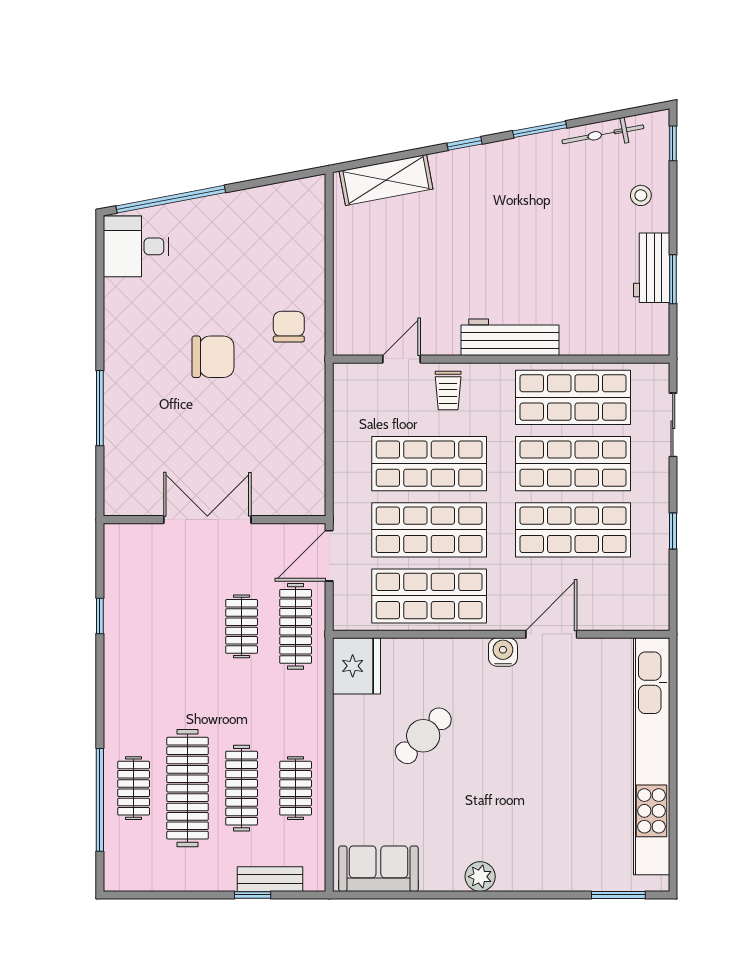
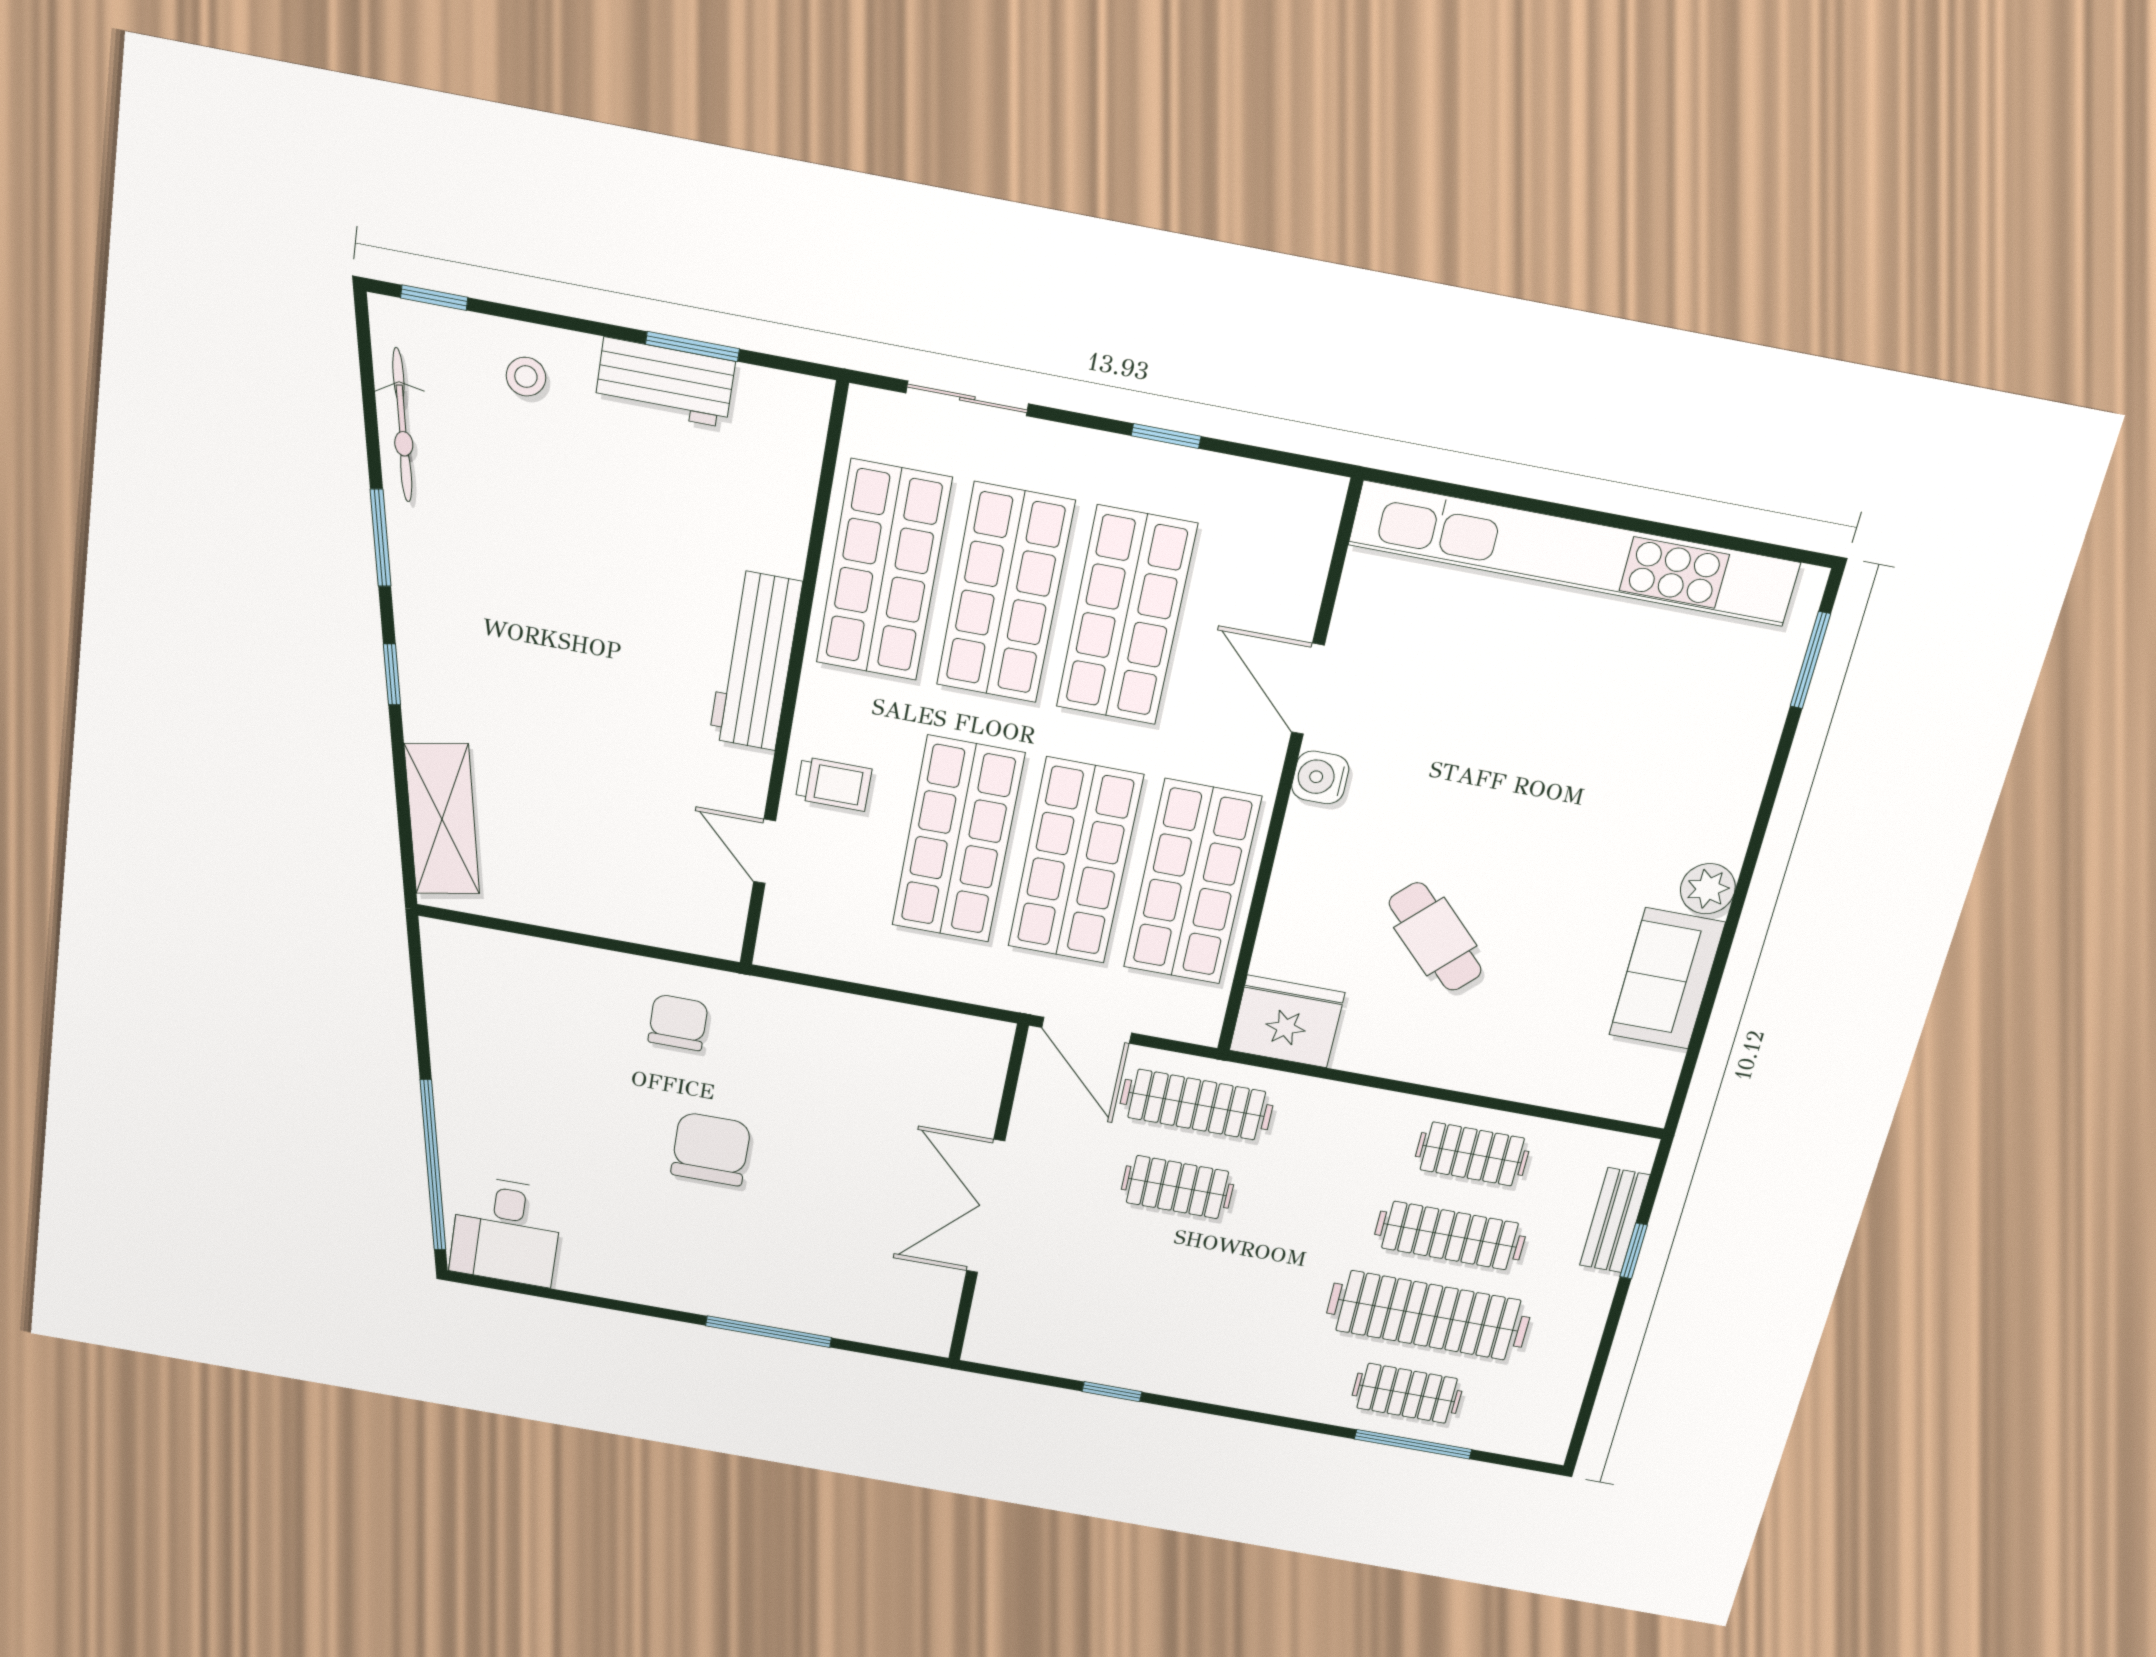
chair: (289, 327) -> (678, 1022), turned 90
window: (100, 800) -> (1413, 1444), width x0.68
sofa: (378, 869) -> (1667, 979), moved

